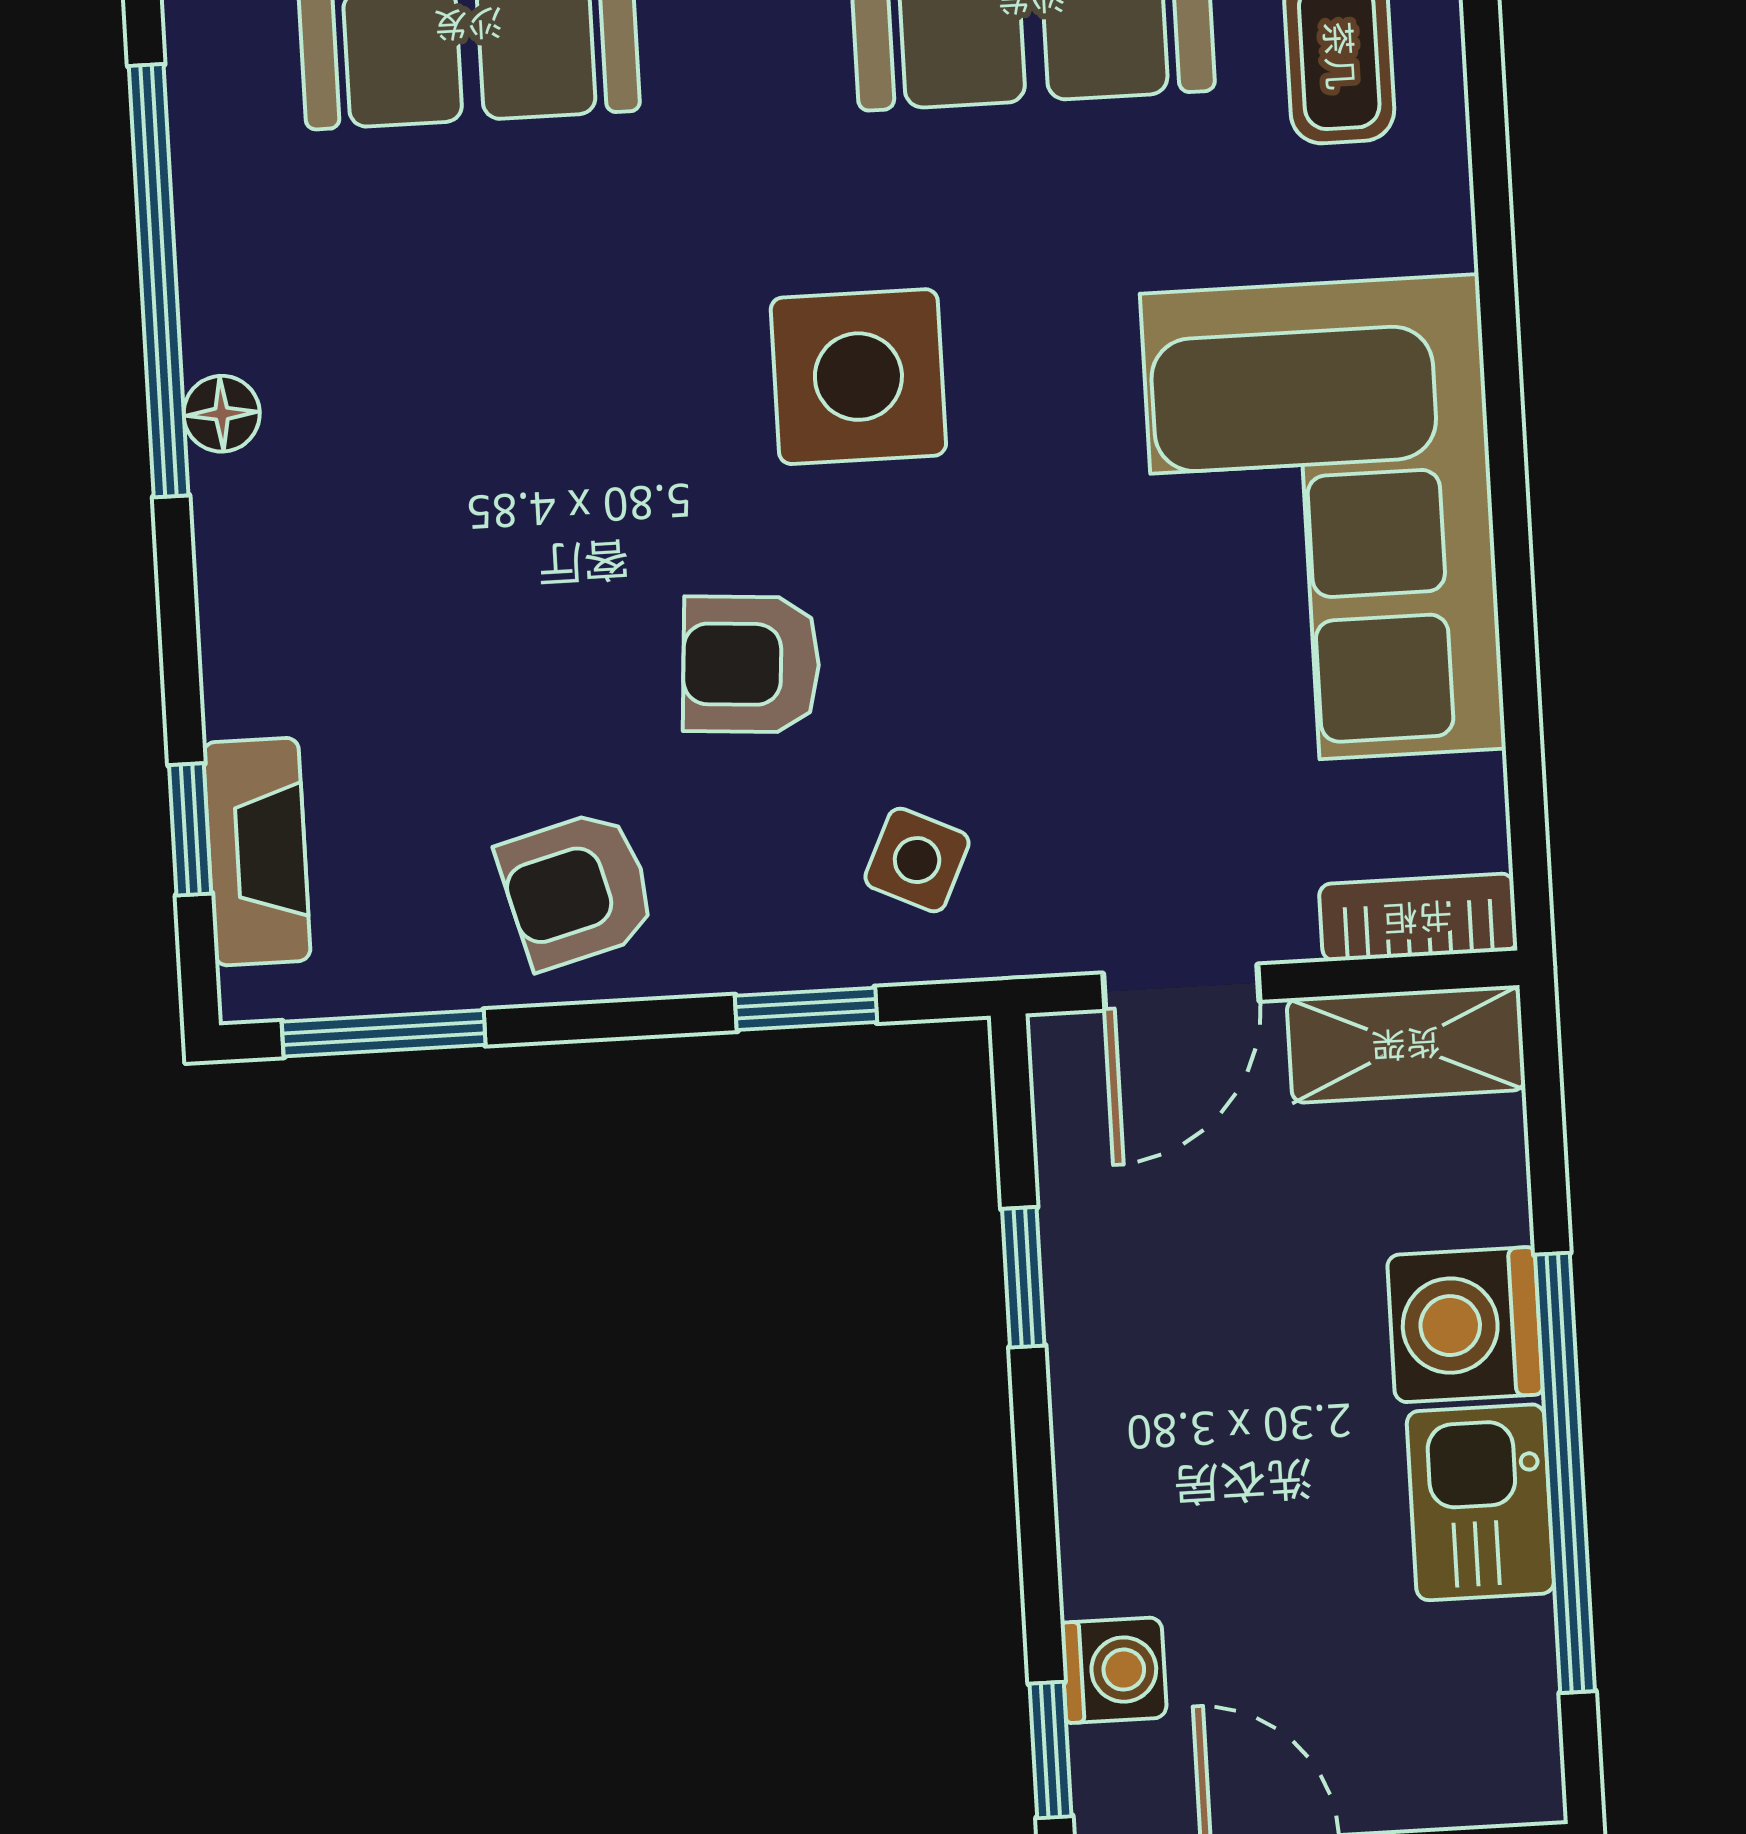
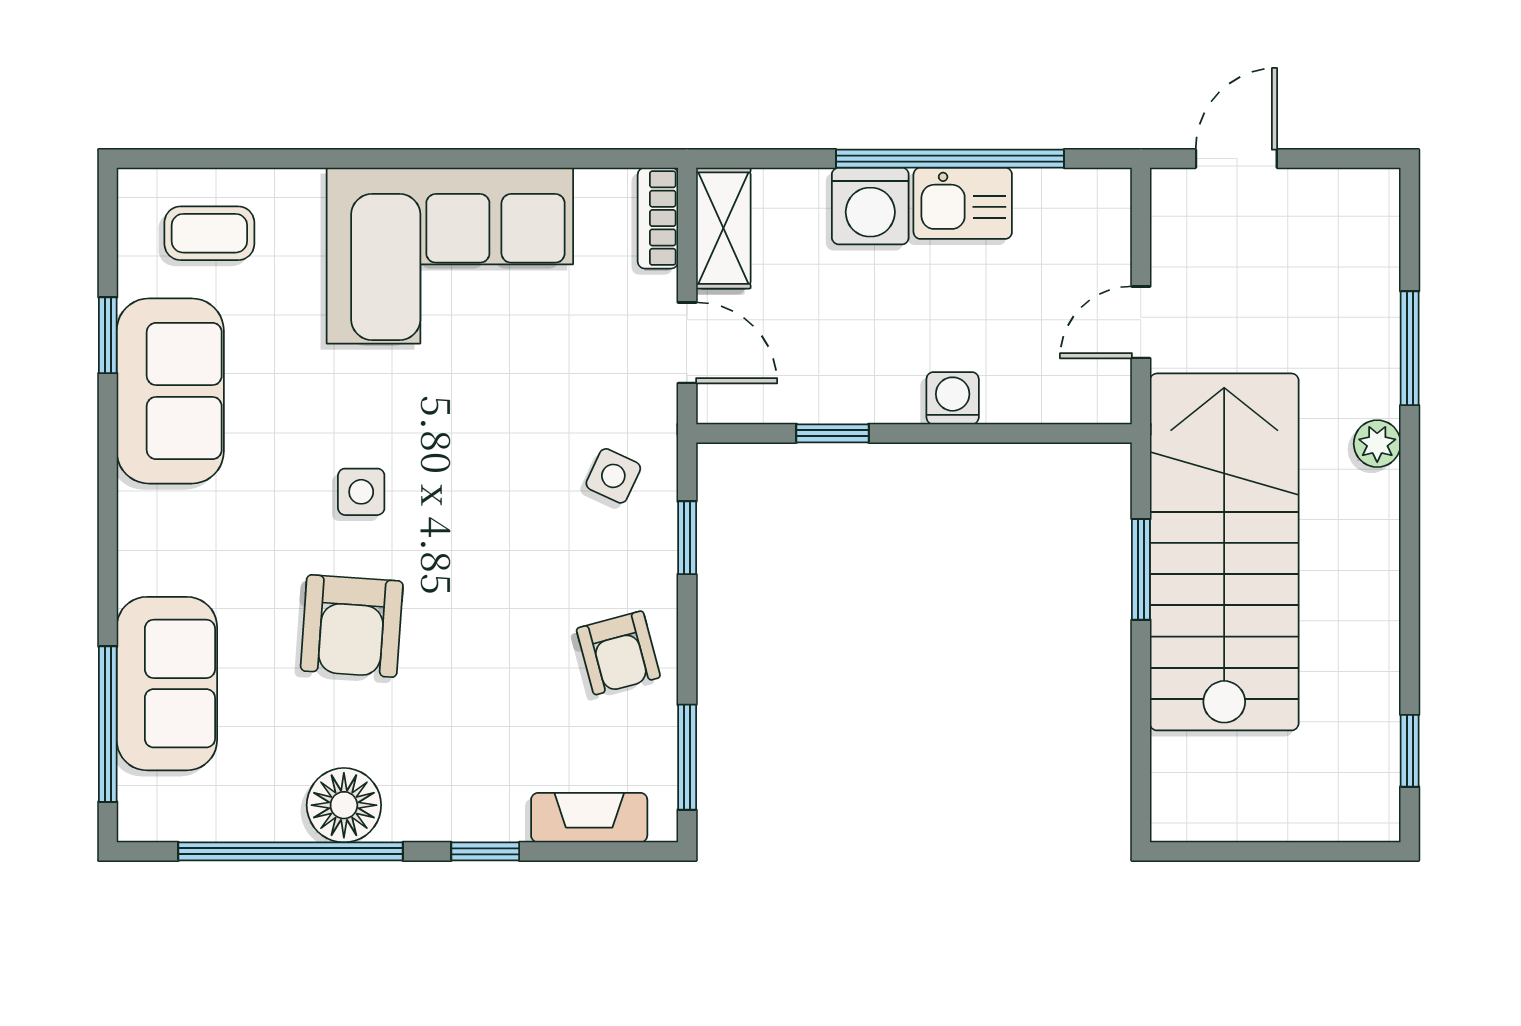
side table: (858, 377) -> (361, 492), width x0.54, depth x0.54
floor lamp: (222, 414) -> (344, 805), width x1.89, depth x1.89
armchair: (751, 664) -> (352, 626), moved, width x1.38, depth x1.38
window: (190, 829) -> (485, 851), moved
washing machine: (1114, 1670) -> (953, 398), moved
window: (1051, 1750) -> (1078, 433), removed

